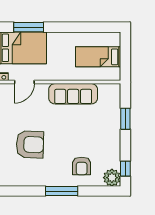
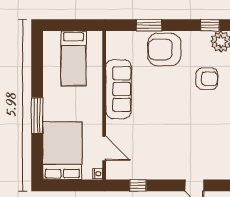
window: (29, 27) -> (37, 116), moved
armchair: (30, 144) -> (164, 49), moved, turned -92

